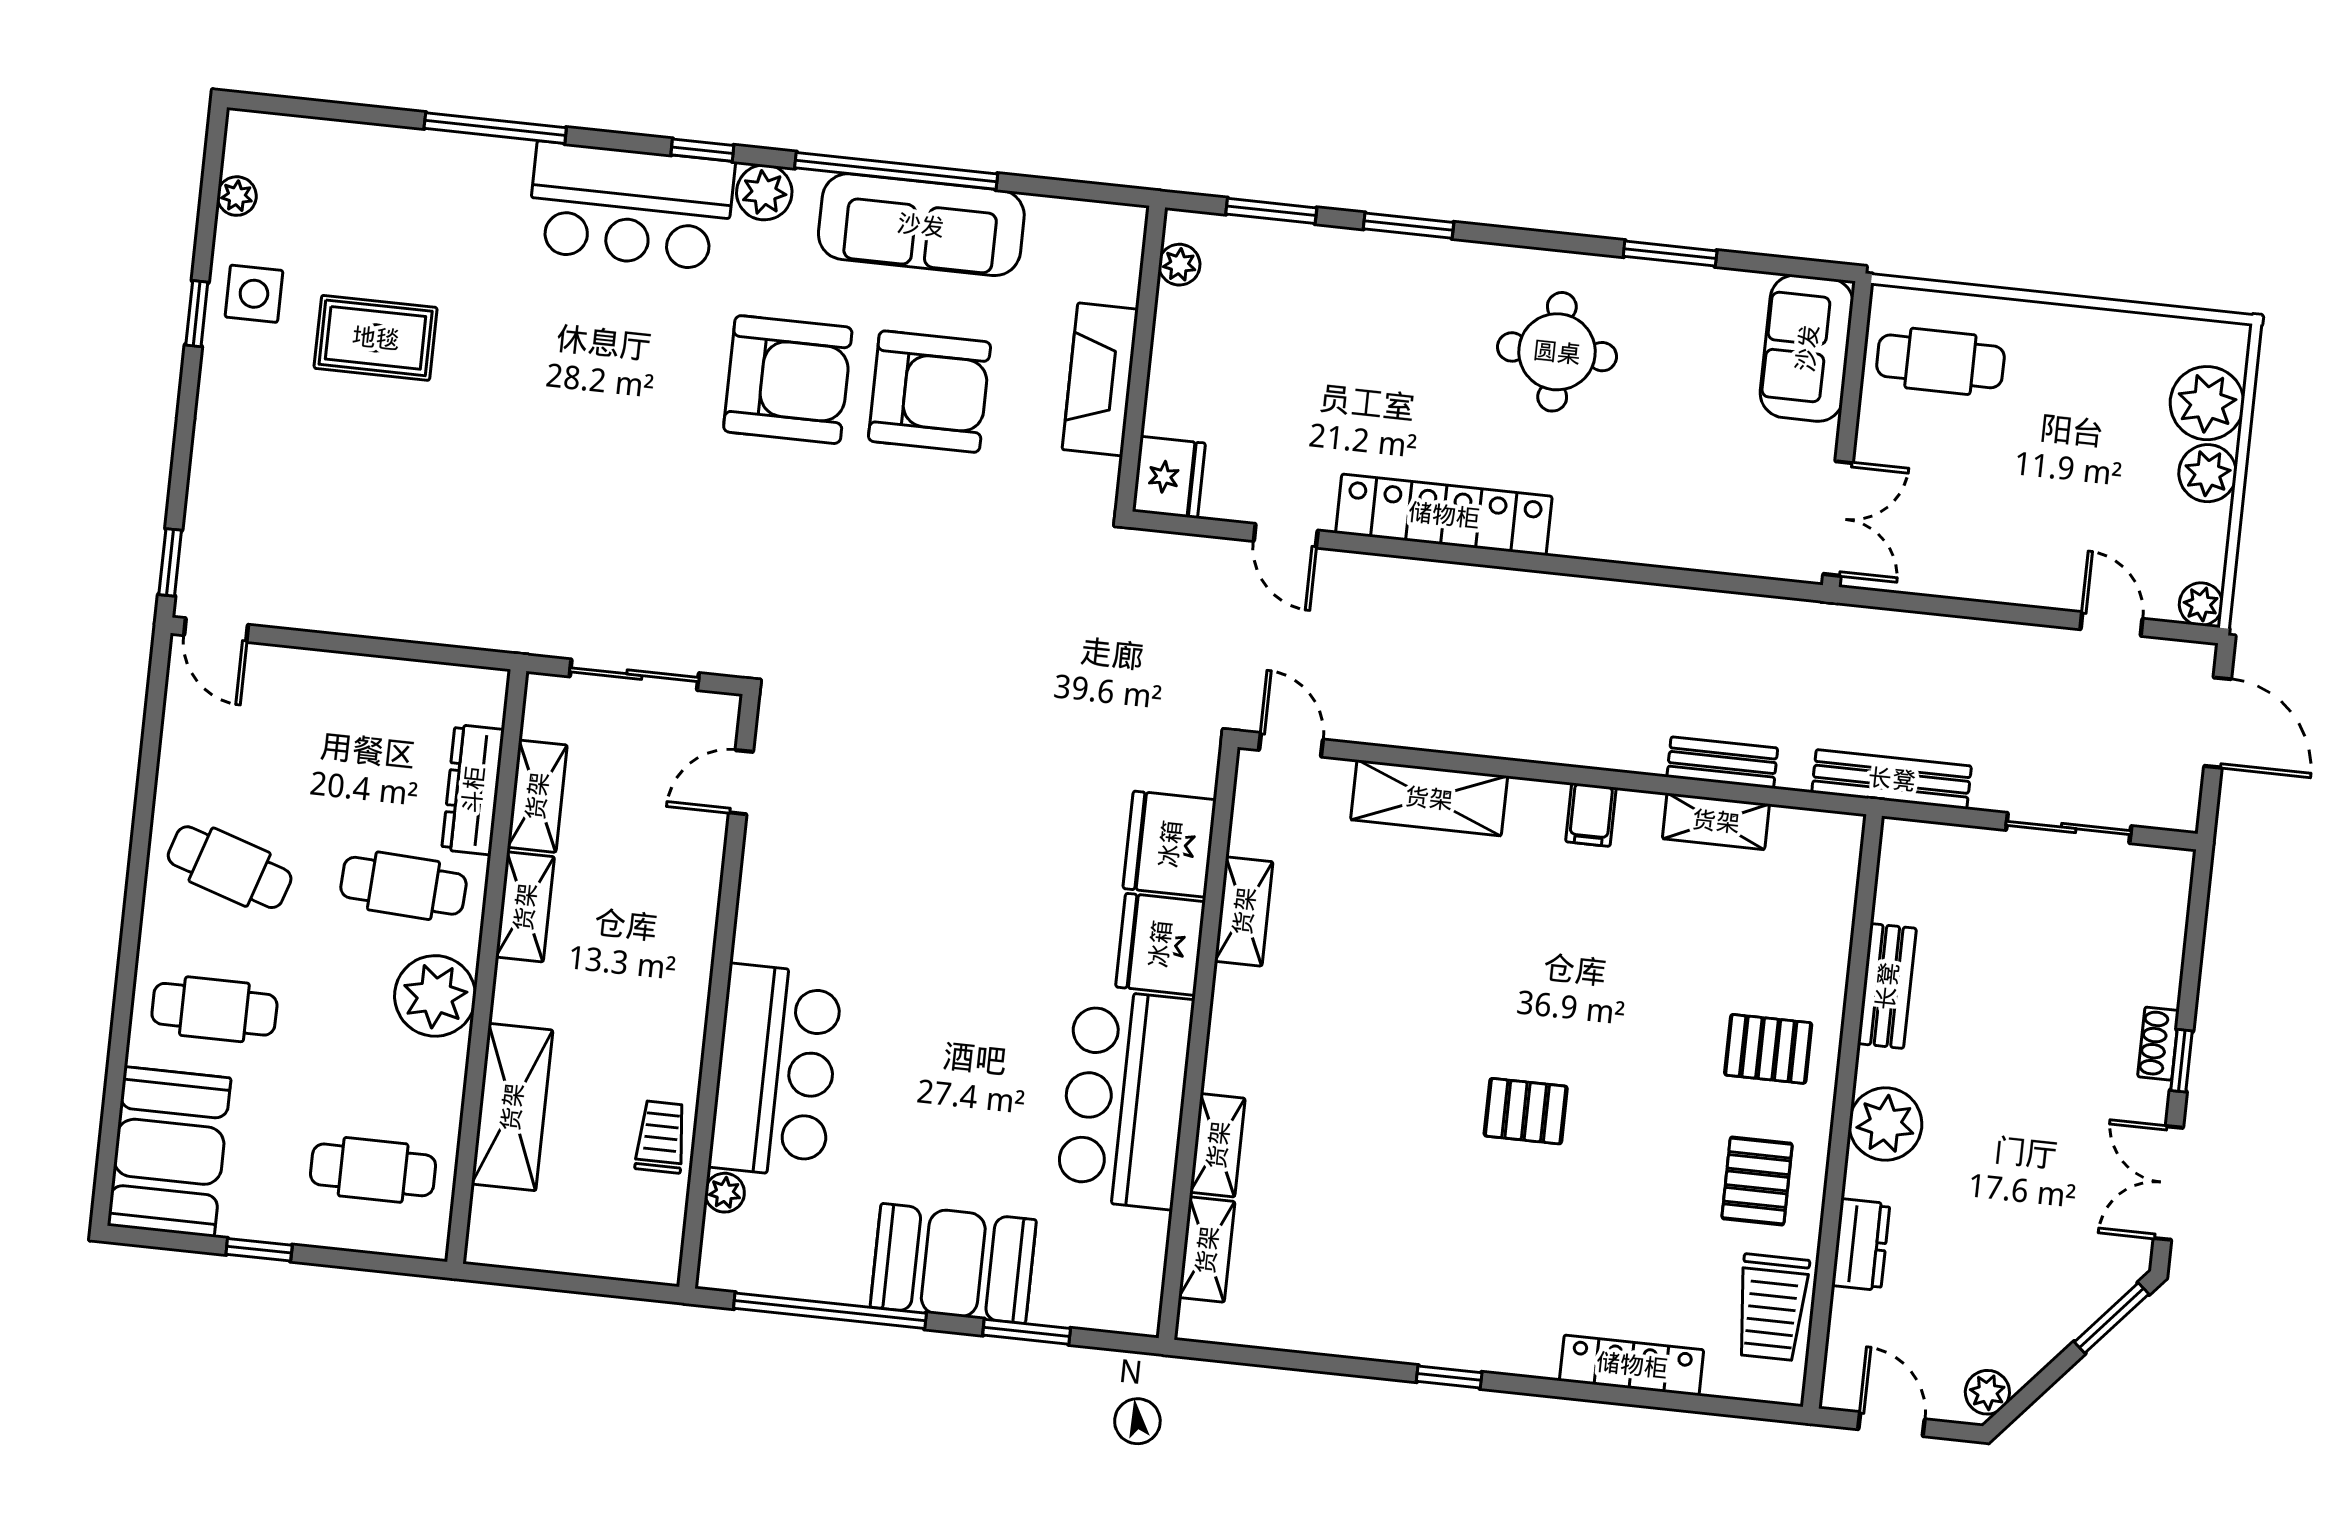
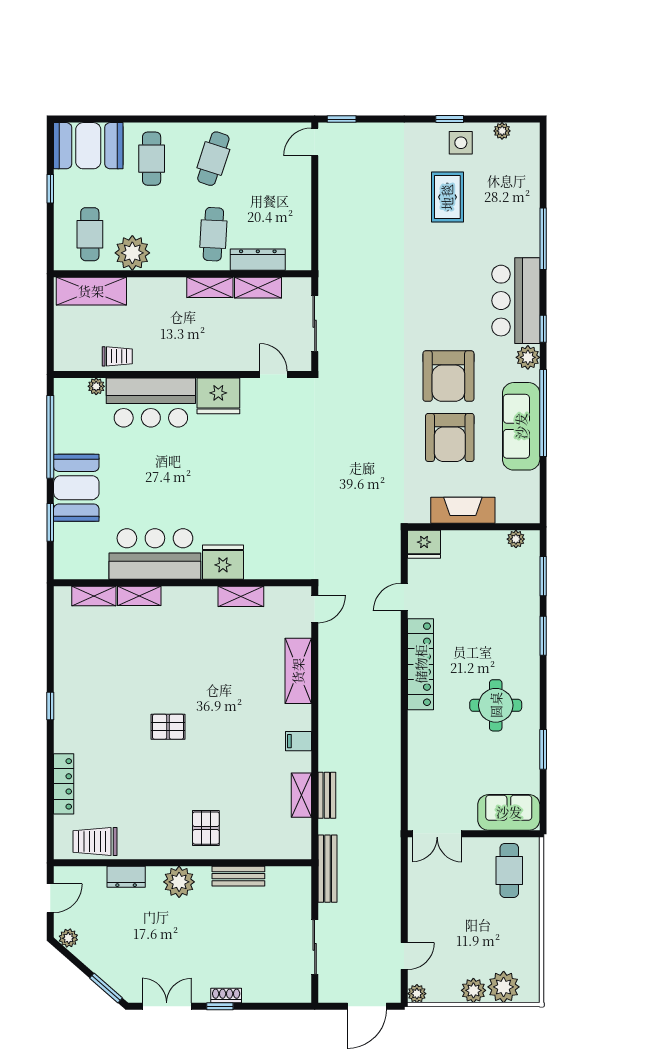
fridge: (1170, 844) -> (218, 396), moved, turned 180
plant: (435, 996) -> (132, 253), moved
shelving: (512, 1107) -> (91, 291), moved
pallet: (1526, 1111) -> (168, 727), turned 90
pallet: (1757, 1181) -> (149, 829), removed

